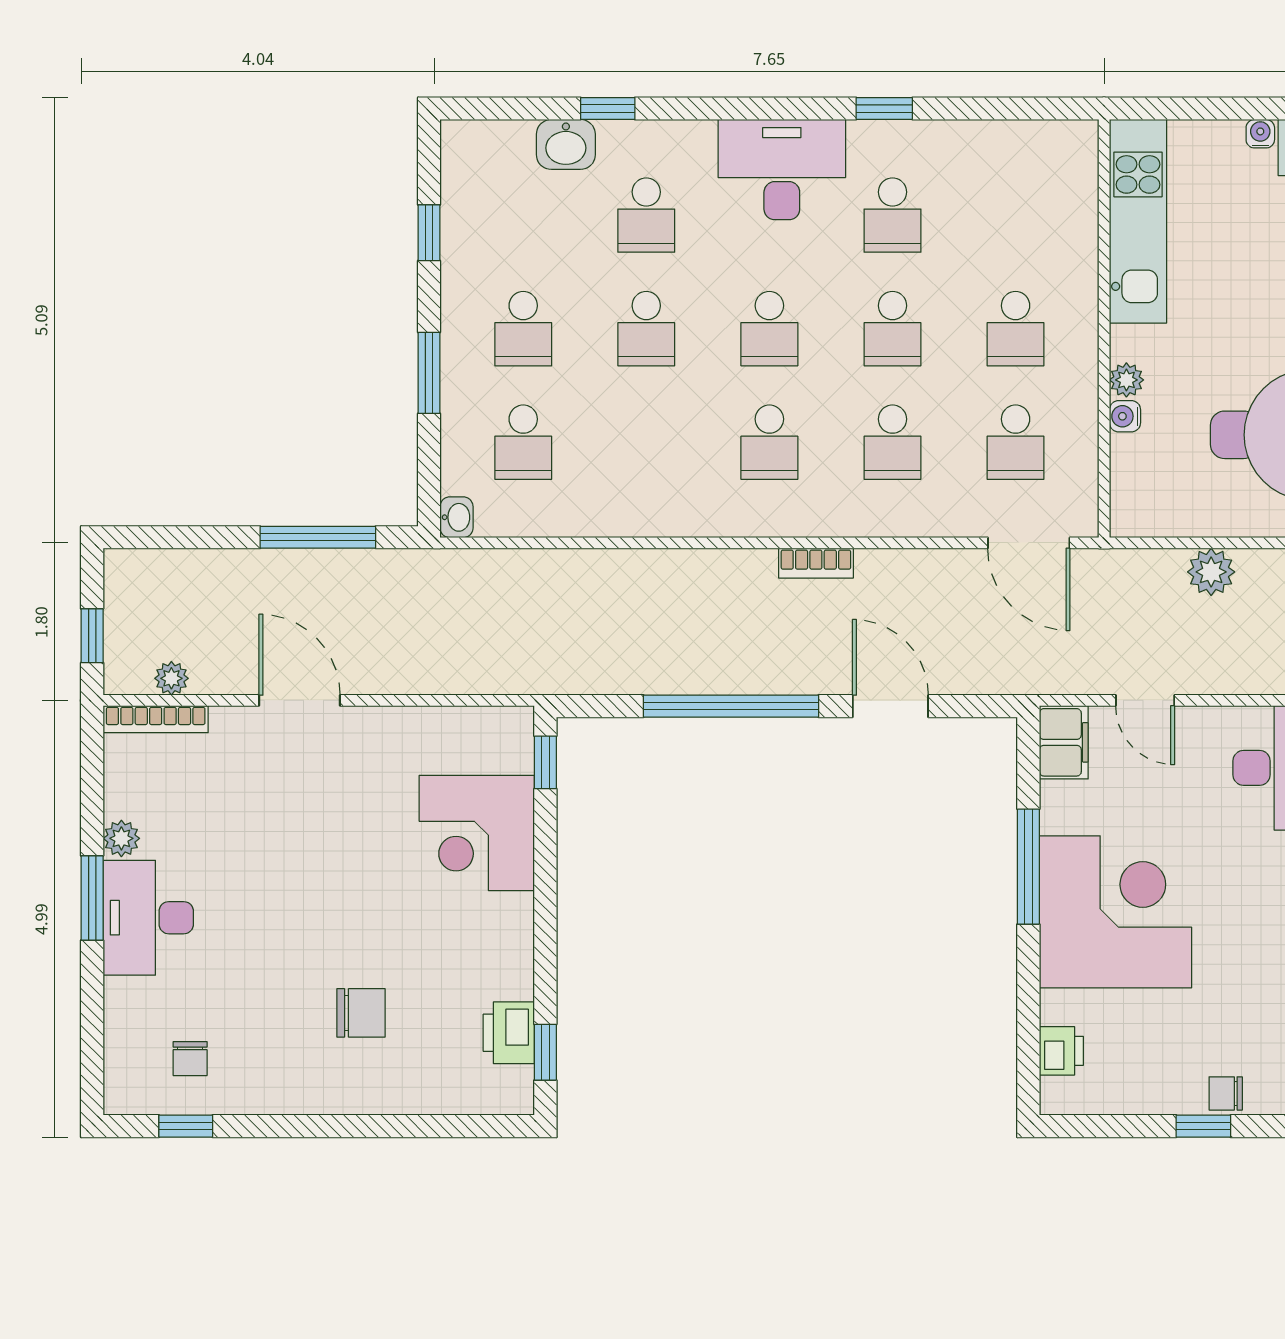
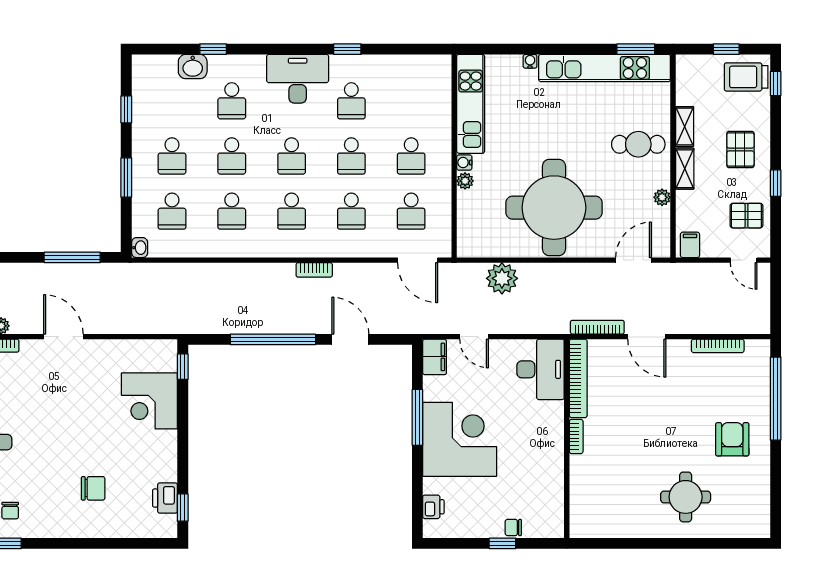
water cooler: (1125, 416) -> (464, 163), moved
school desk: (646, 442) -> (232, 211), added
plant: (1211, 572) -> (502, 278), width x1.36, depth x1.36

